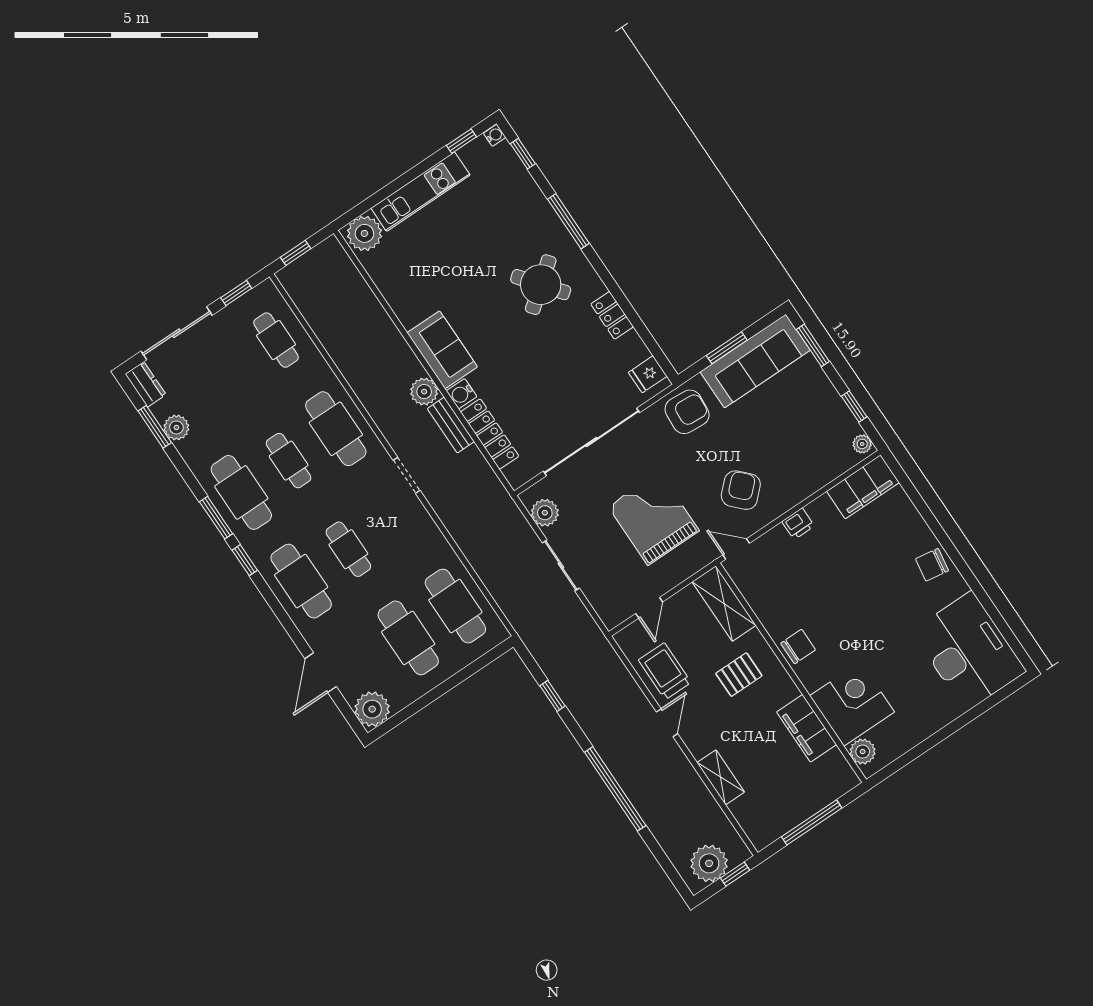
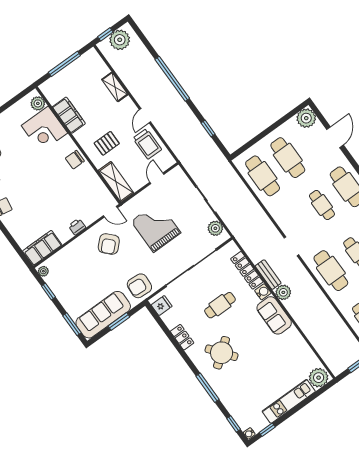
cafe table: (541, 372) -> (220, 305), added
grand piano: (654, 519) -> (156, 227), turned 180

